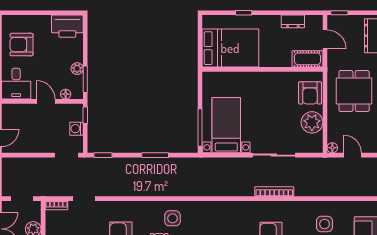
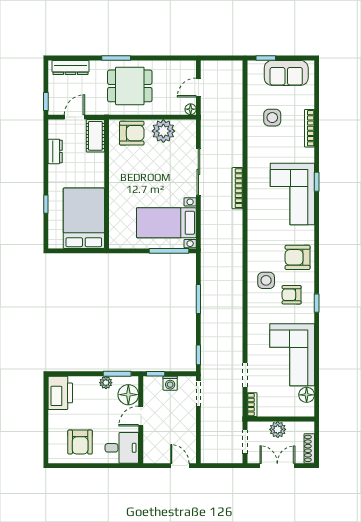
floor lamp: (66, 94) -> (128, 395), width x1.89, depth x1.89
bookcase: (274, 192) -> (237, 188), moved

